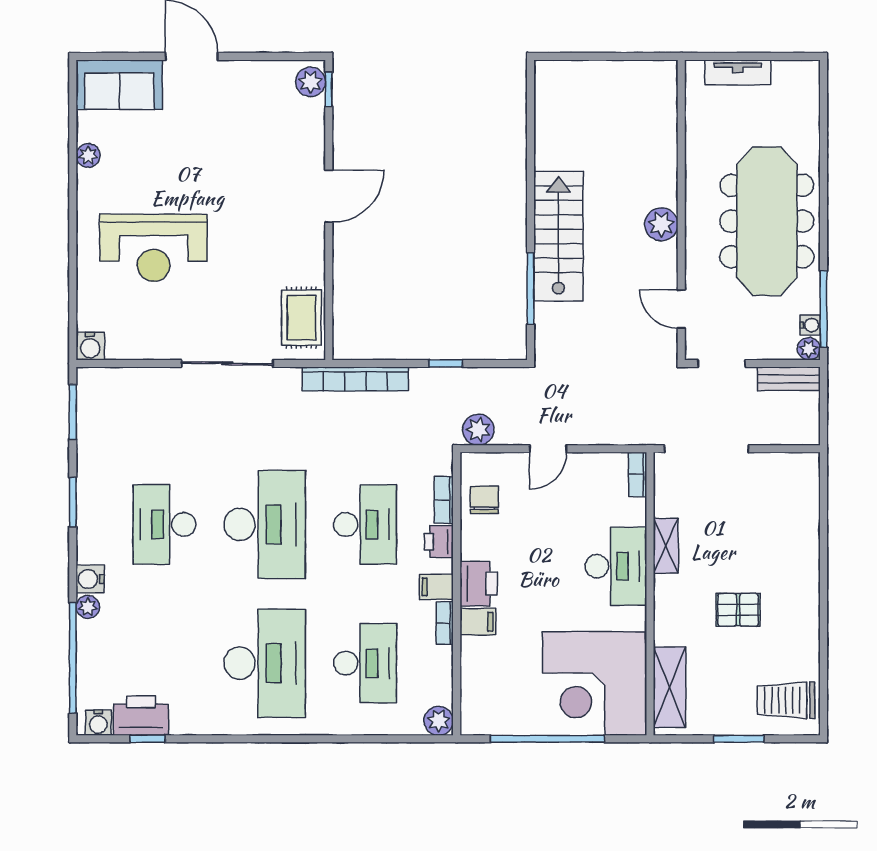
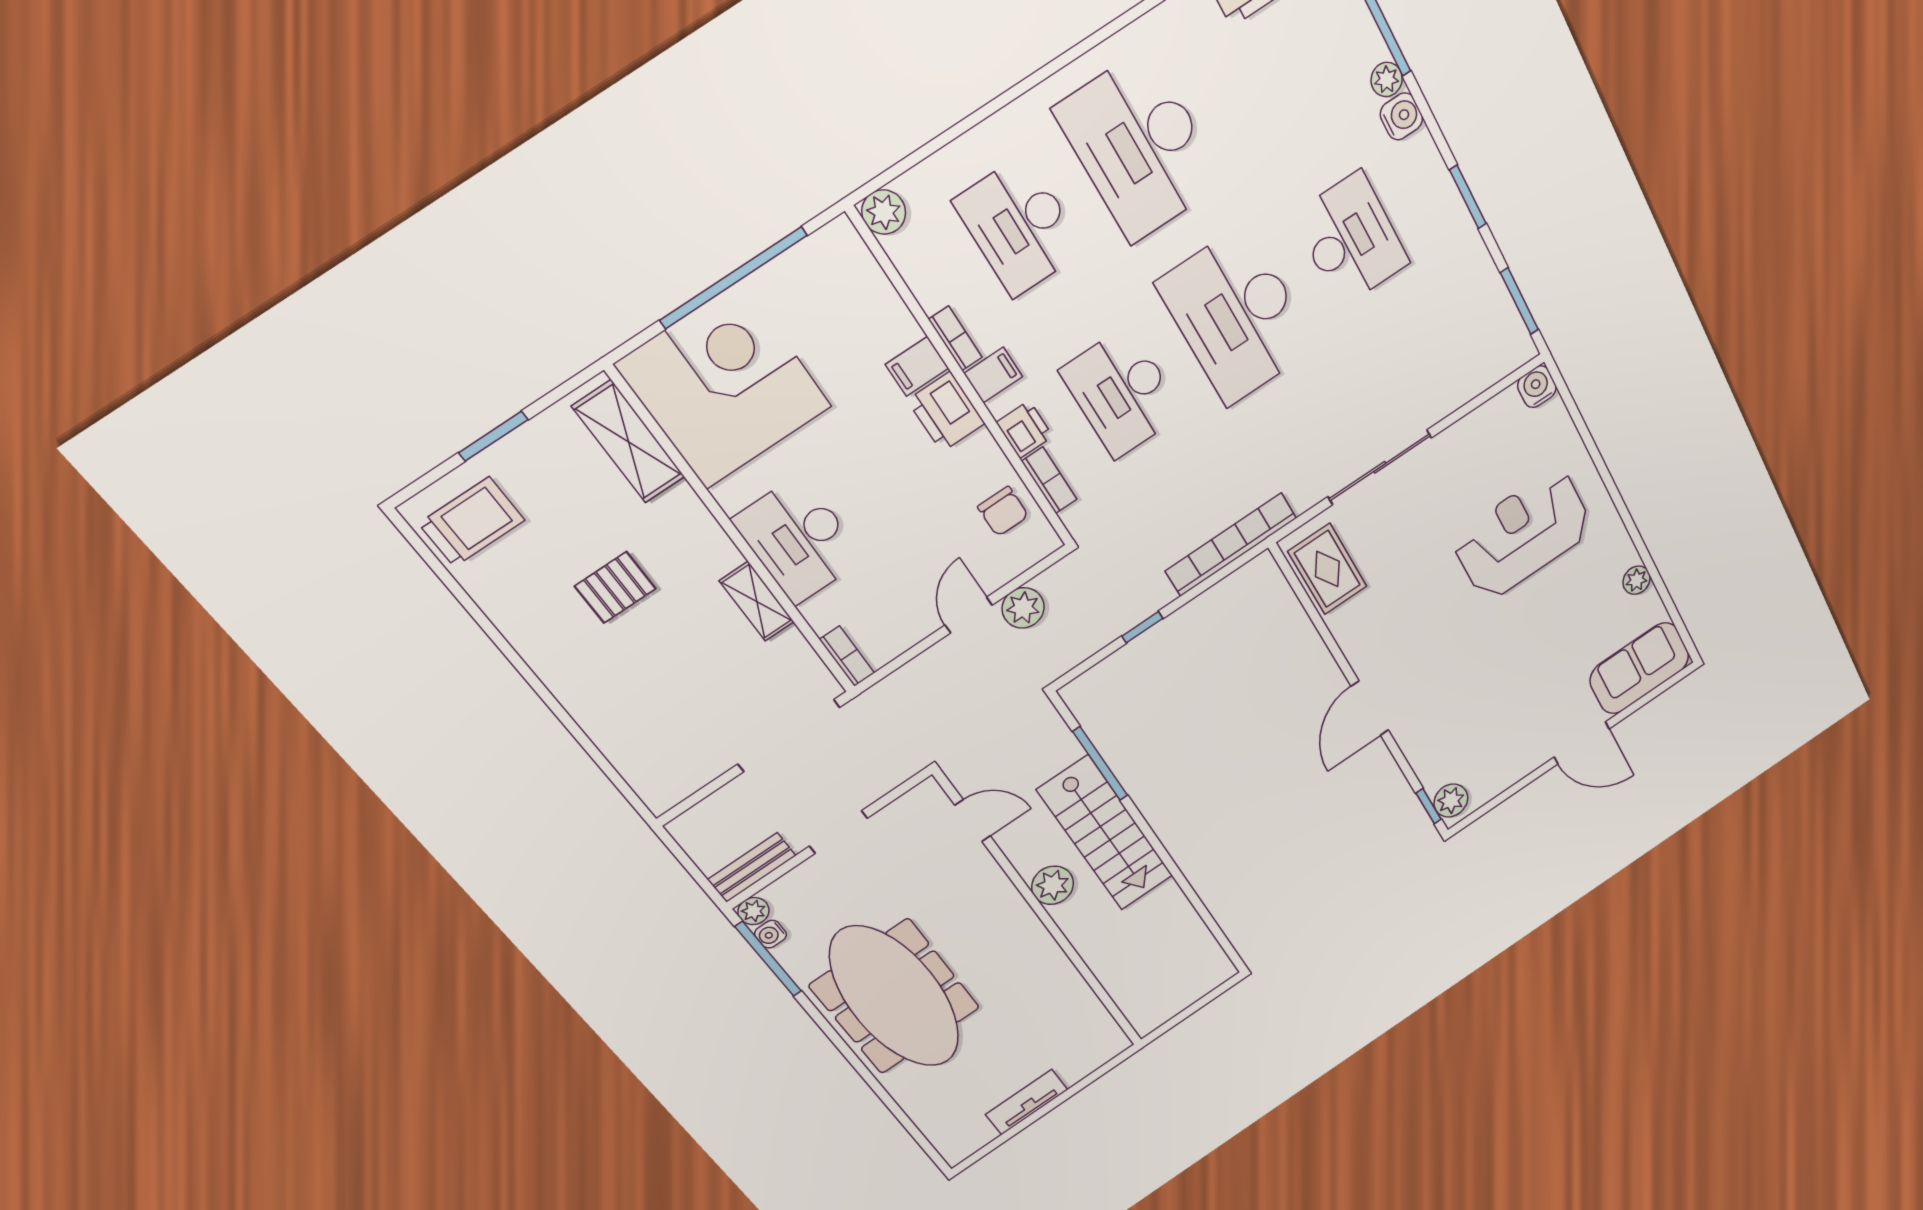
wall: (681, 210) -> (1041, 913), moved
plant: (661, 224) -> (1053, 885), moved
door: (681, 309) -> (973, 821), moved
plant: (478, 430) -> (1023, 608), moved

